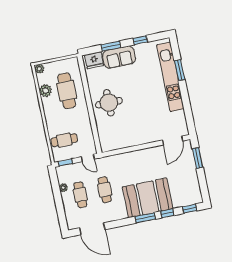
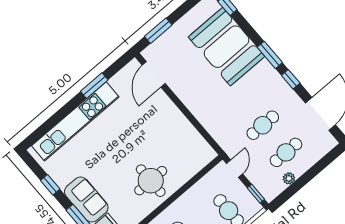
window: (180, 70) -> (94, 86), moved
door: (173, 141) -> (154, 74), swing flipped
booth: (148, 198) -> (227, 47), moved
window: (167, 213) -> (291, 79), moved

